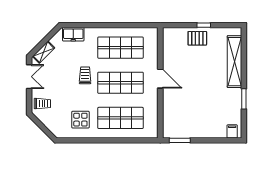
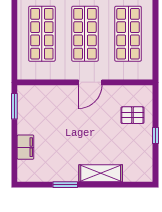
pallet: (197, 38) -> (132, 115), moved, turned 90
shelving: (235, 62) -> (101, 173), width x0.68
filing cabinet: (232, 131) -> (25, 147), moved, width x2.00

